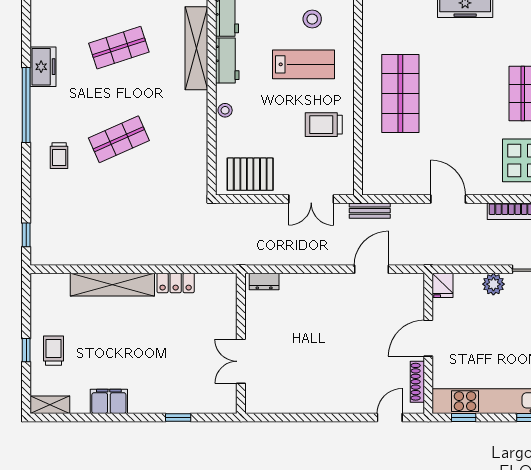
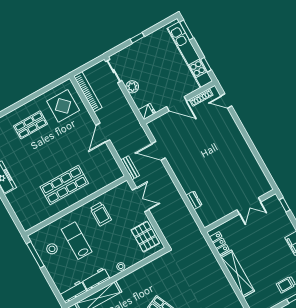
wall: (241, 343) -> (240, 211), moved
double door: (241, 361) -> (249, 206), moved

